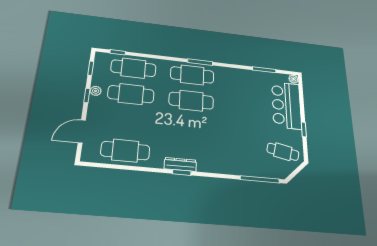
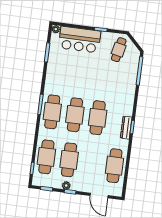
cafe table: (190, 128) -> (98, 118), added

